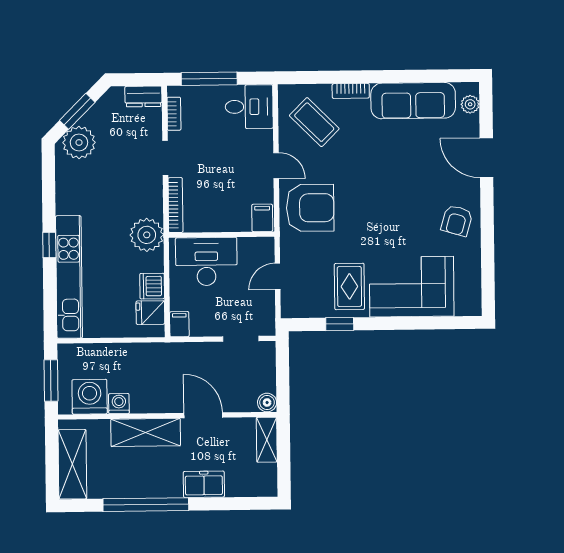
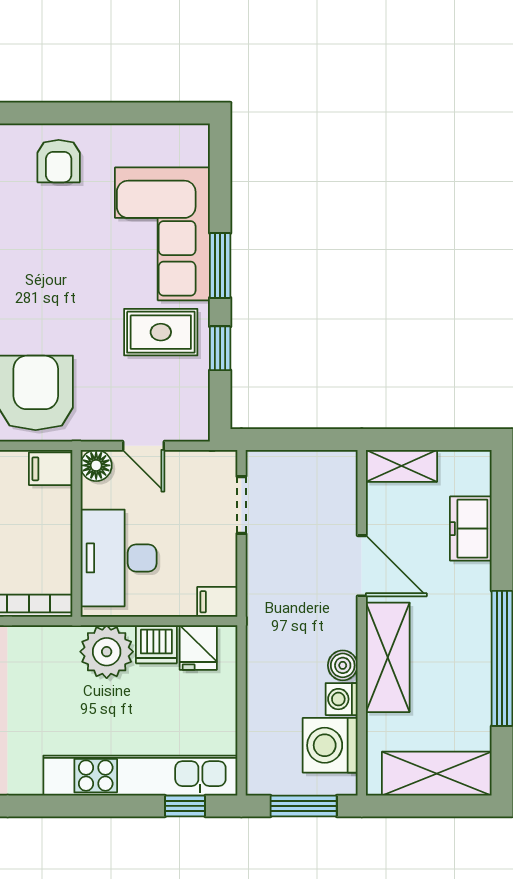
armchair: (457, 221) -> (59, 161), turned 74
plant: (147, 235) -> (107, 652), moved
window: (49, 245) -> (185, 806), moved
floor lamp: (265, 247) -> (96, 465), added
window: (392, 323) -> (220, 265), added
boiler: (267, 403) -> (343, 665), moved
door: (203, 415) -> (362, 566), swing flipped
freezer: (204, 484) -> (471, 529), moved

